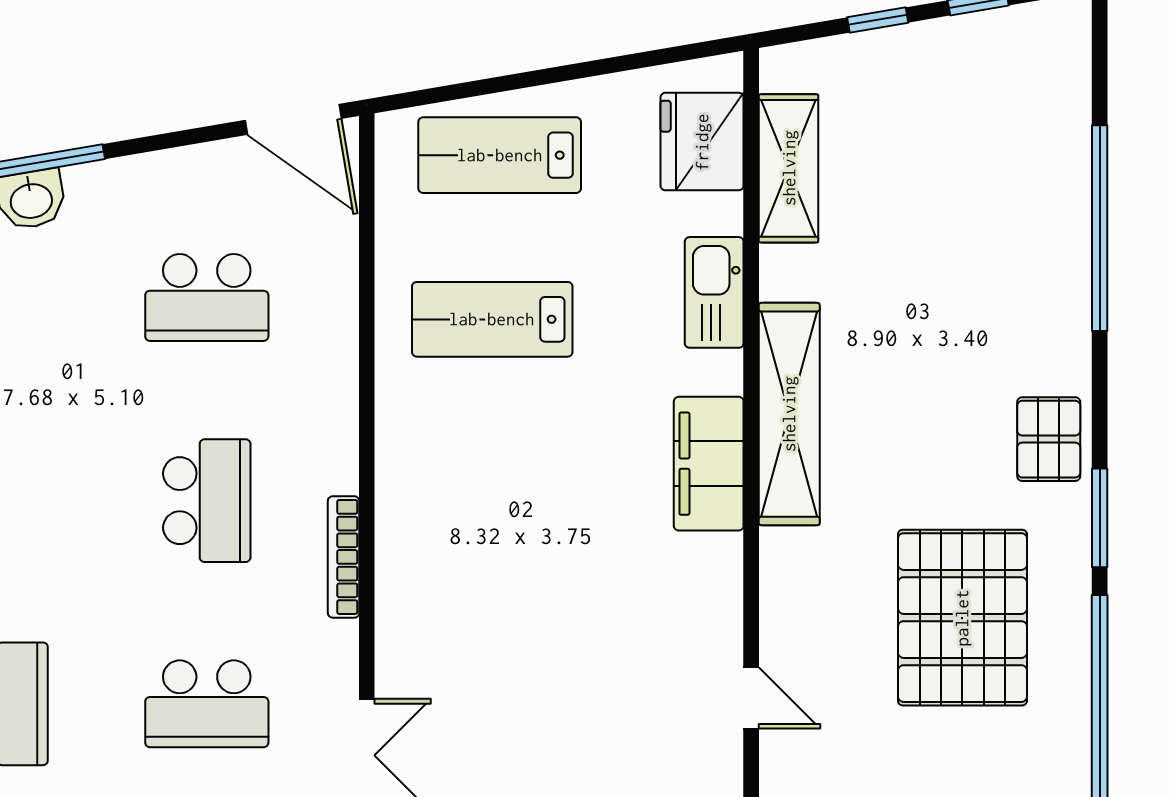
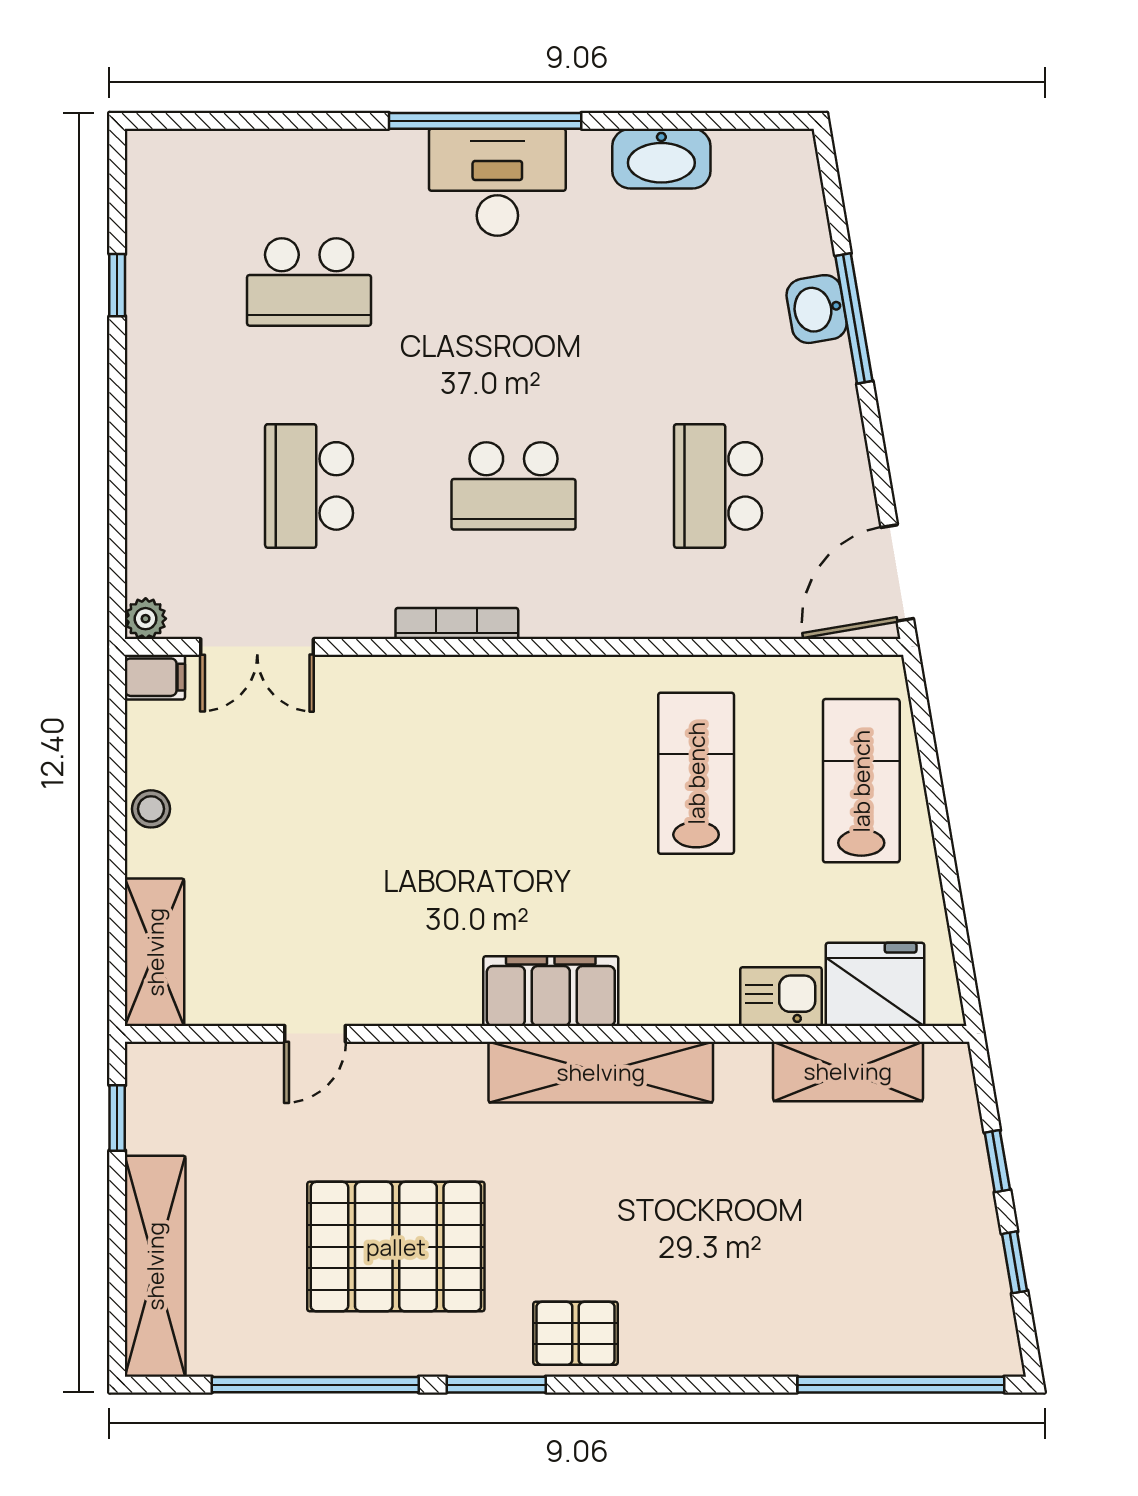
window: (1100, 228) -> (901, 1385), moved
kitchen sink: (714, 292) -> (781, 997), moved, width x0.73

